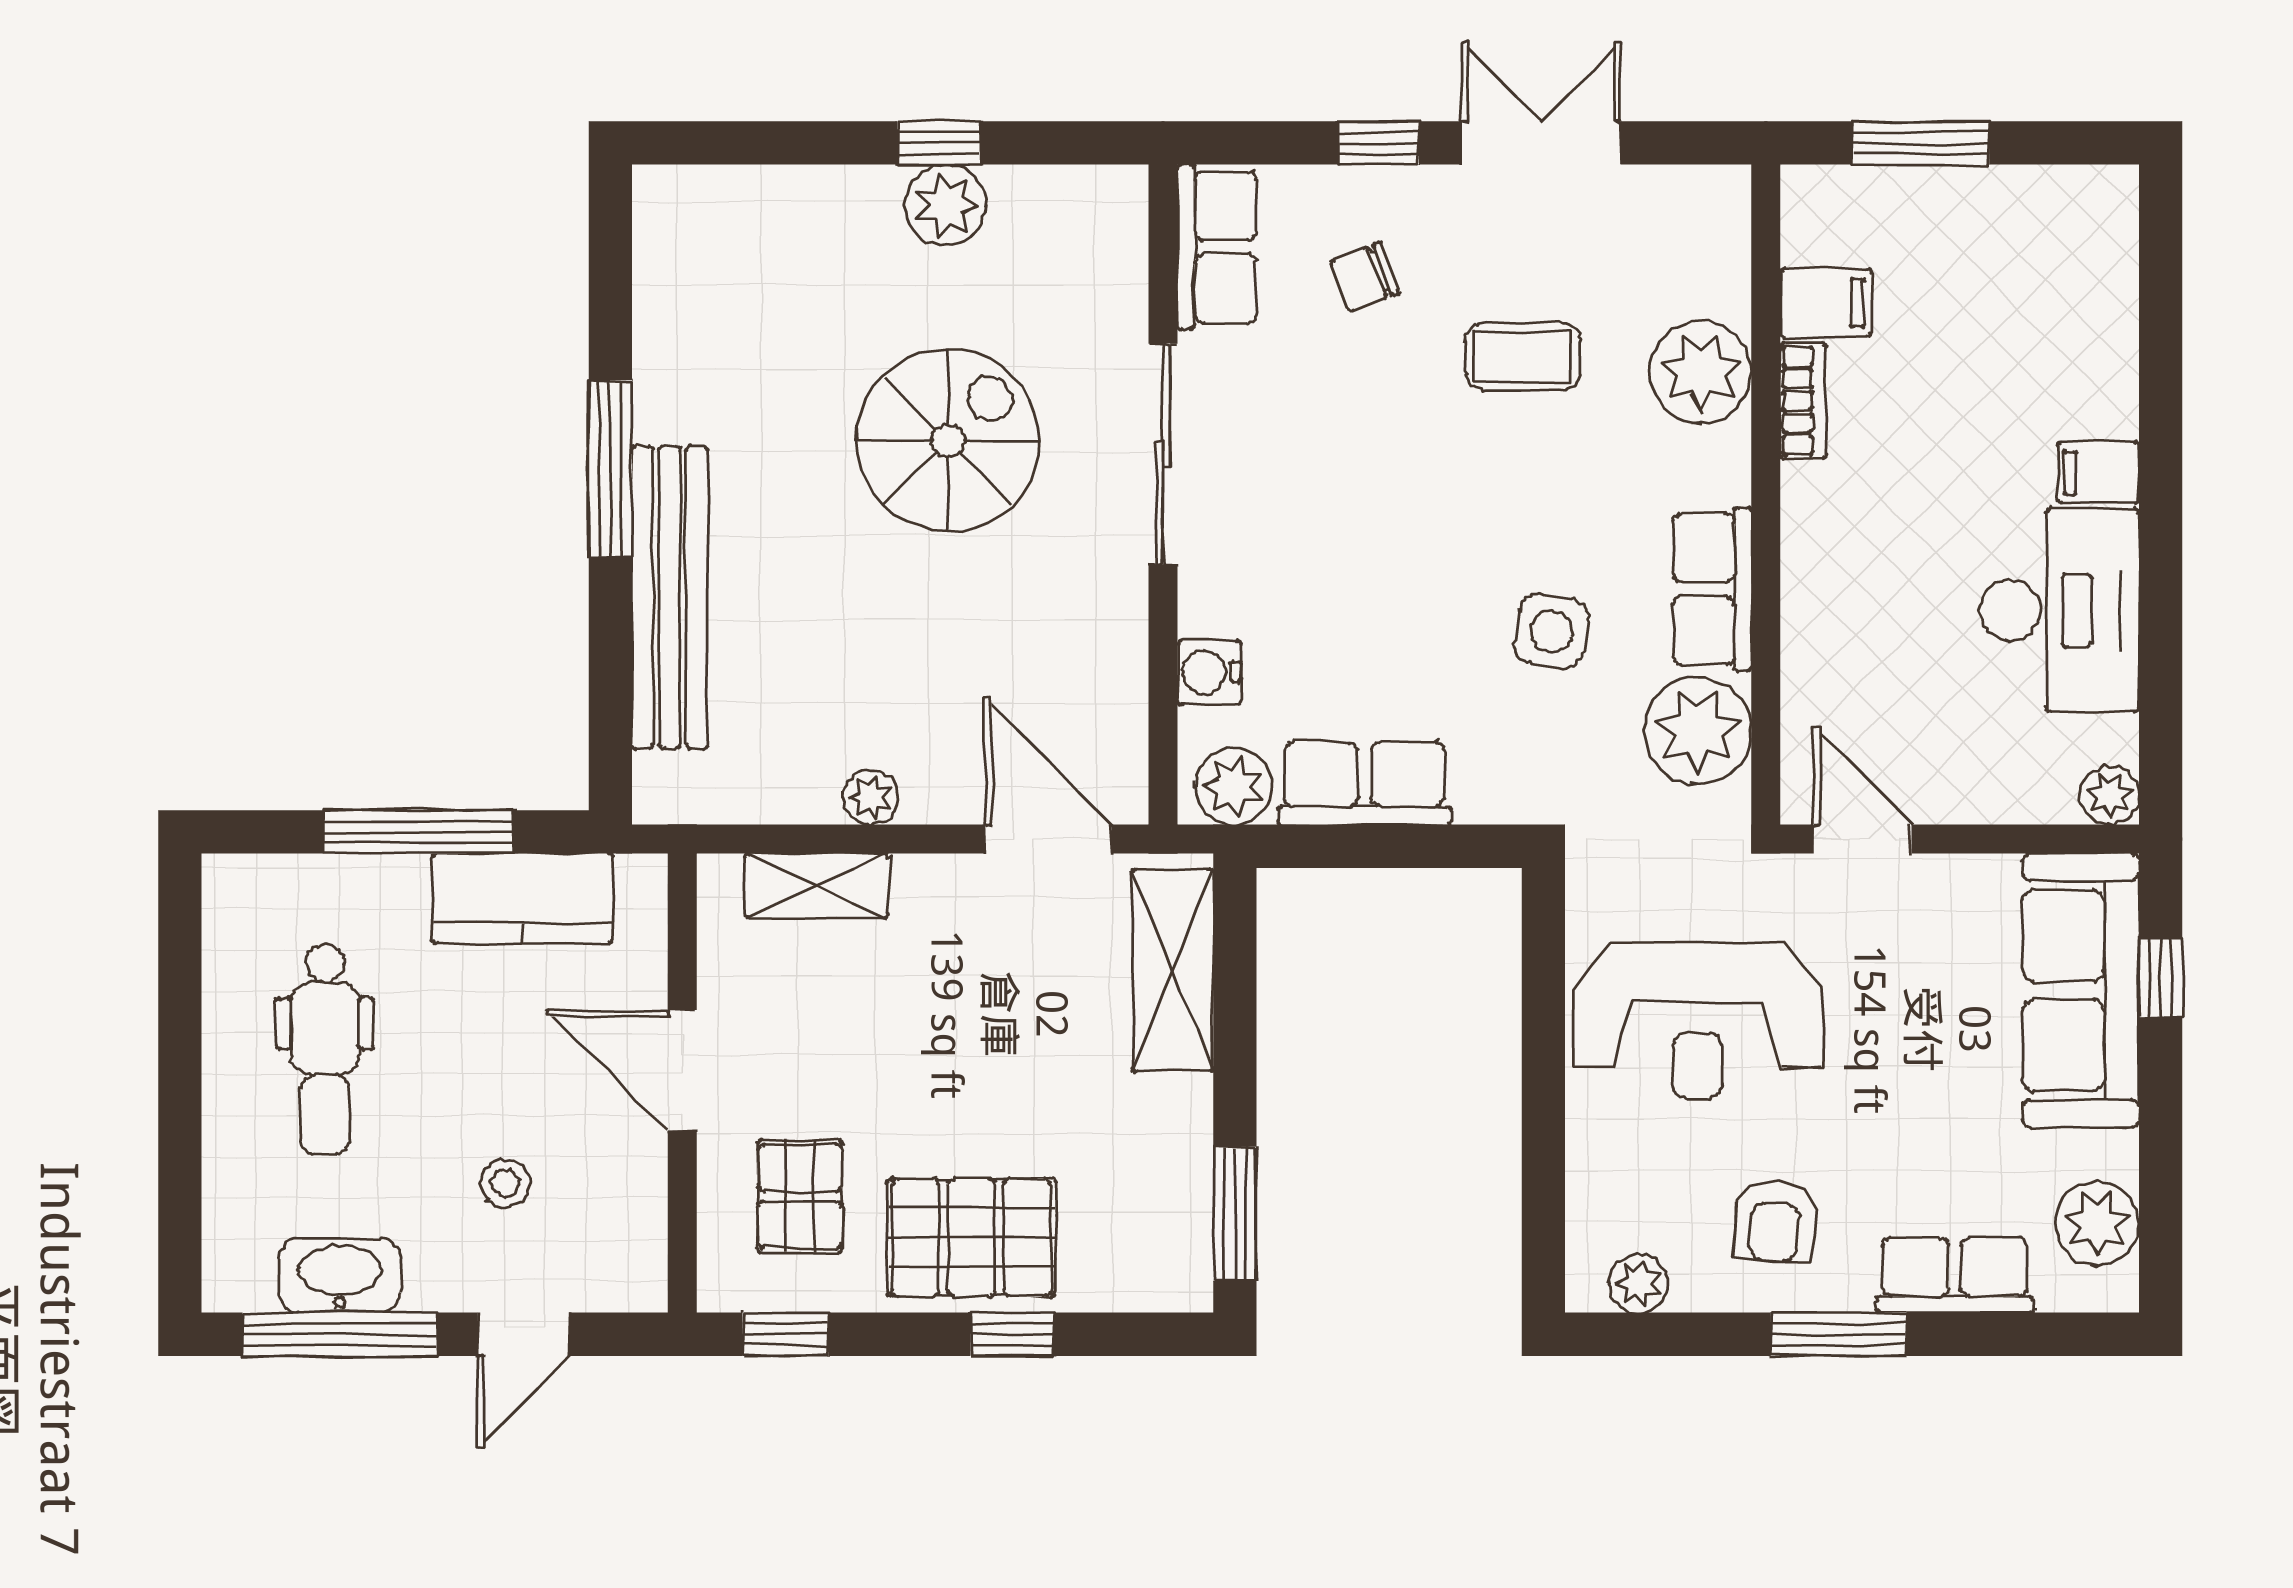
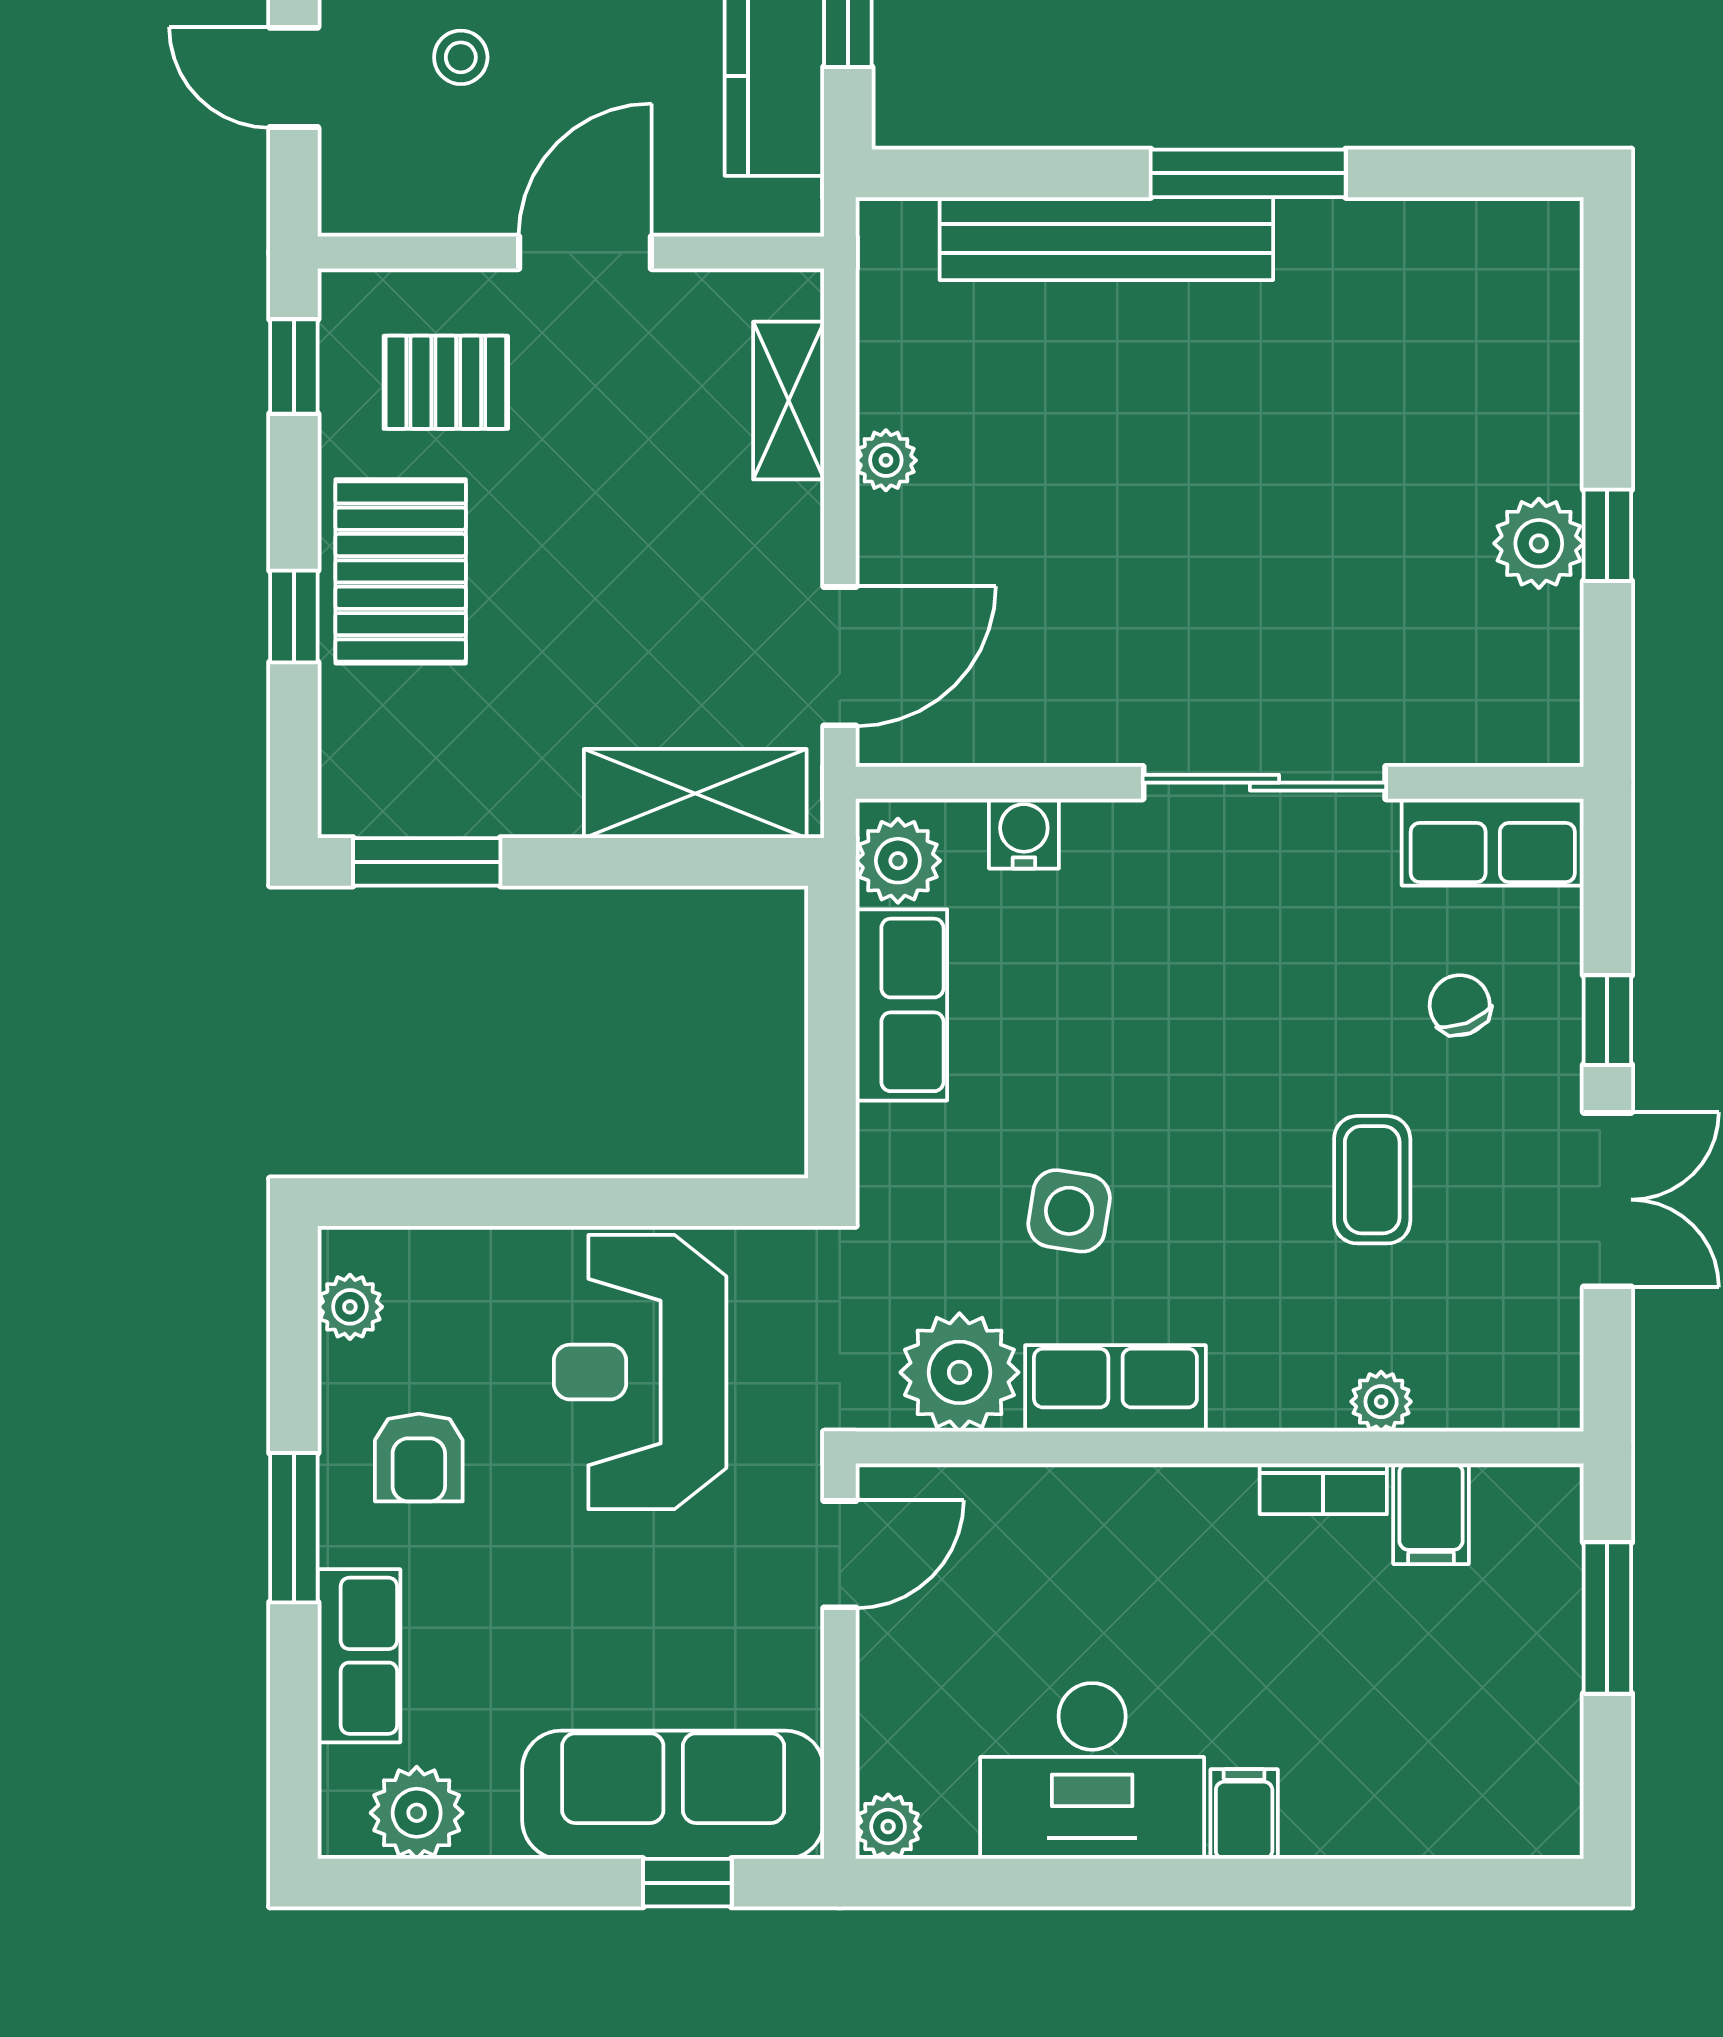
plant: (1700, 372) -> (1381, 1402), width x0.53, depth x0.53
spiral stairs: (948, 441) -> (1279, 546), removed
armchair: (1775, 1221) -> (419, 1458), turned -94

